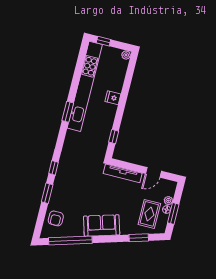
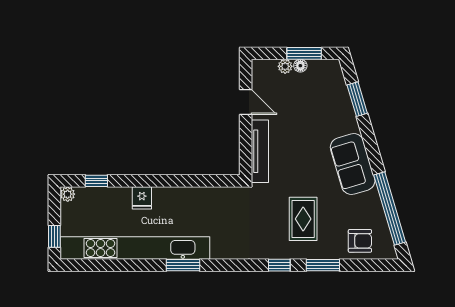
window: (114, 137) -> (96, 181), moved
rug: (149, 214) -> (303, 219), moved, turned 90

